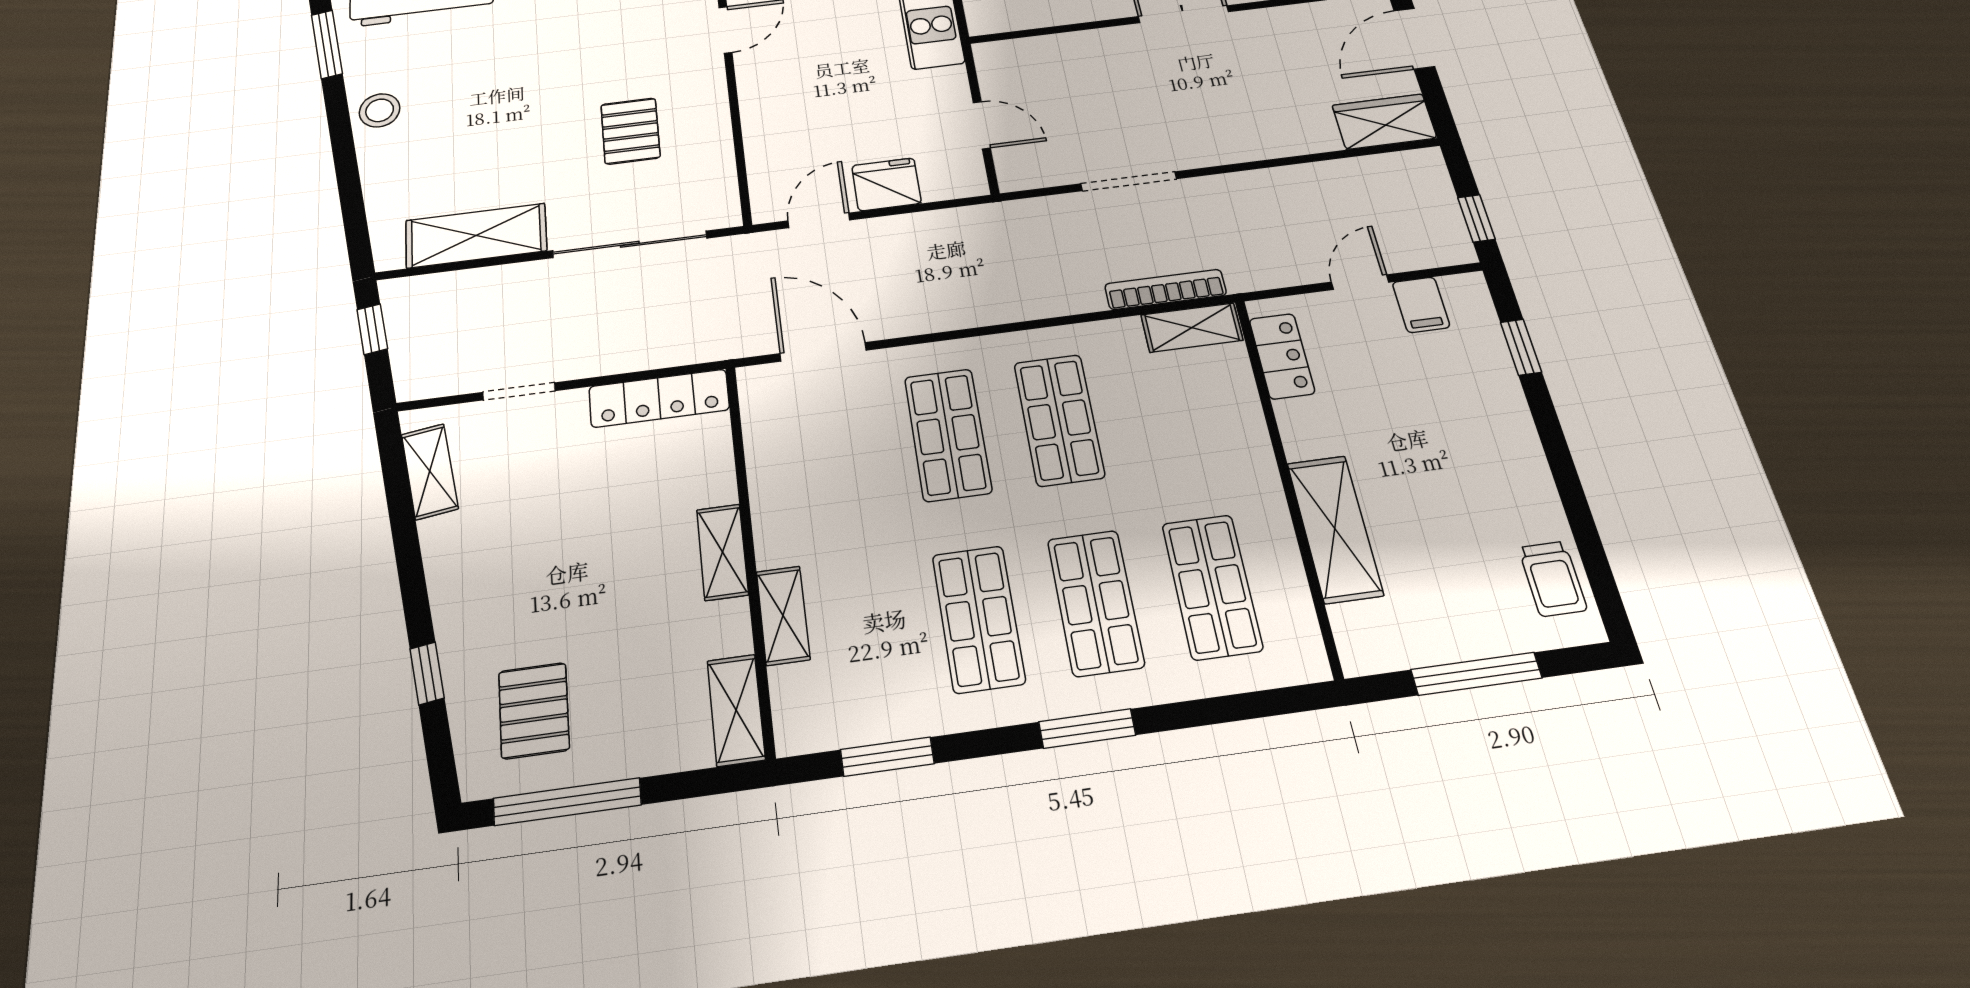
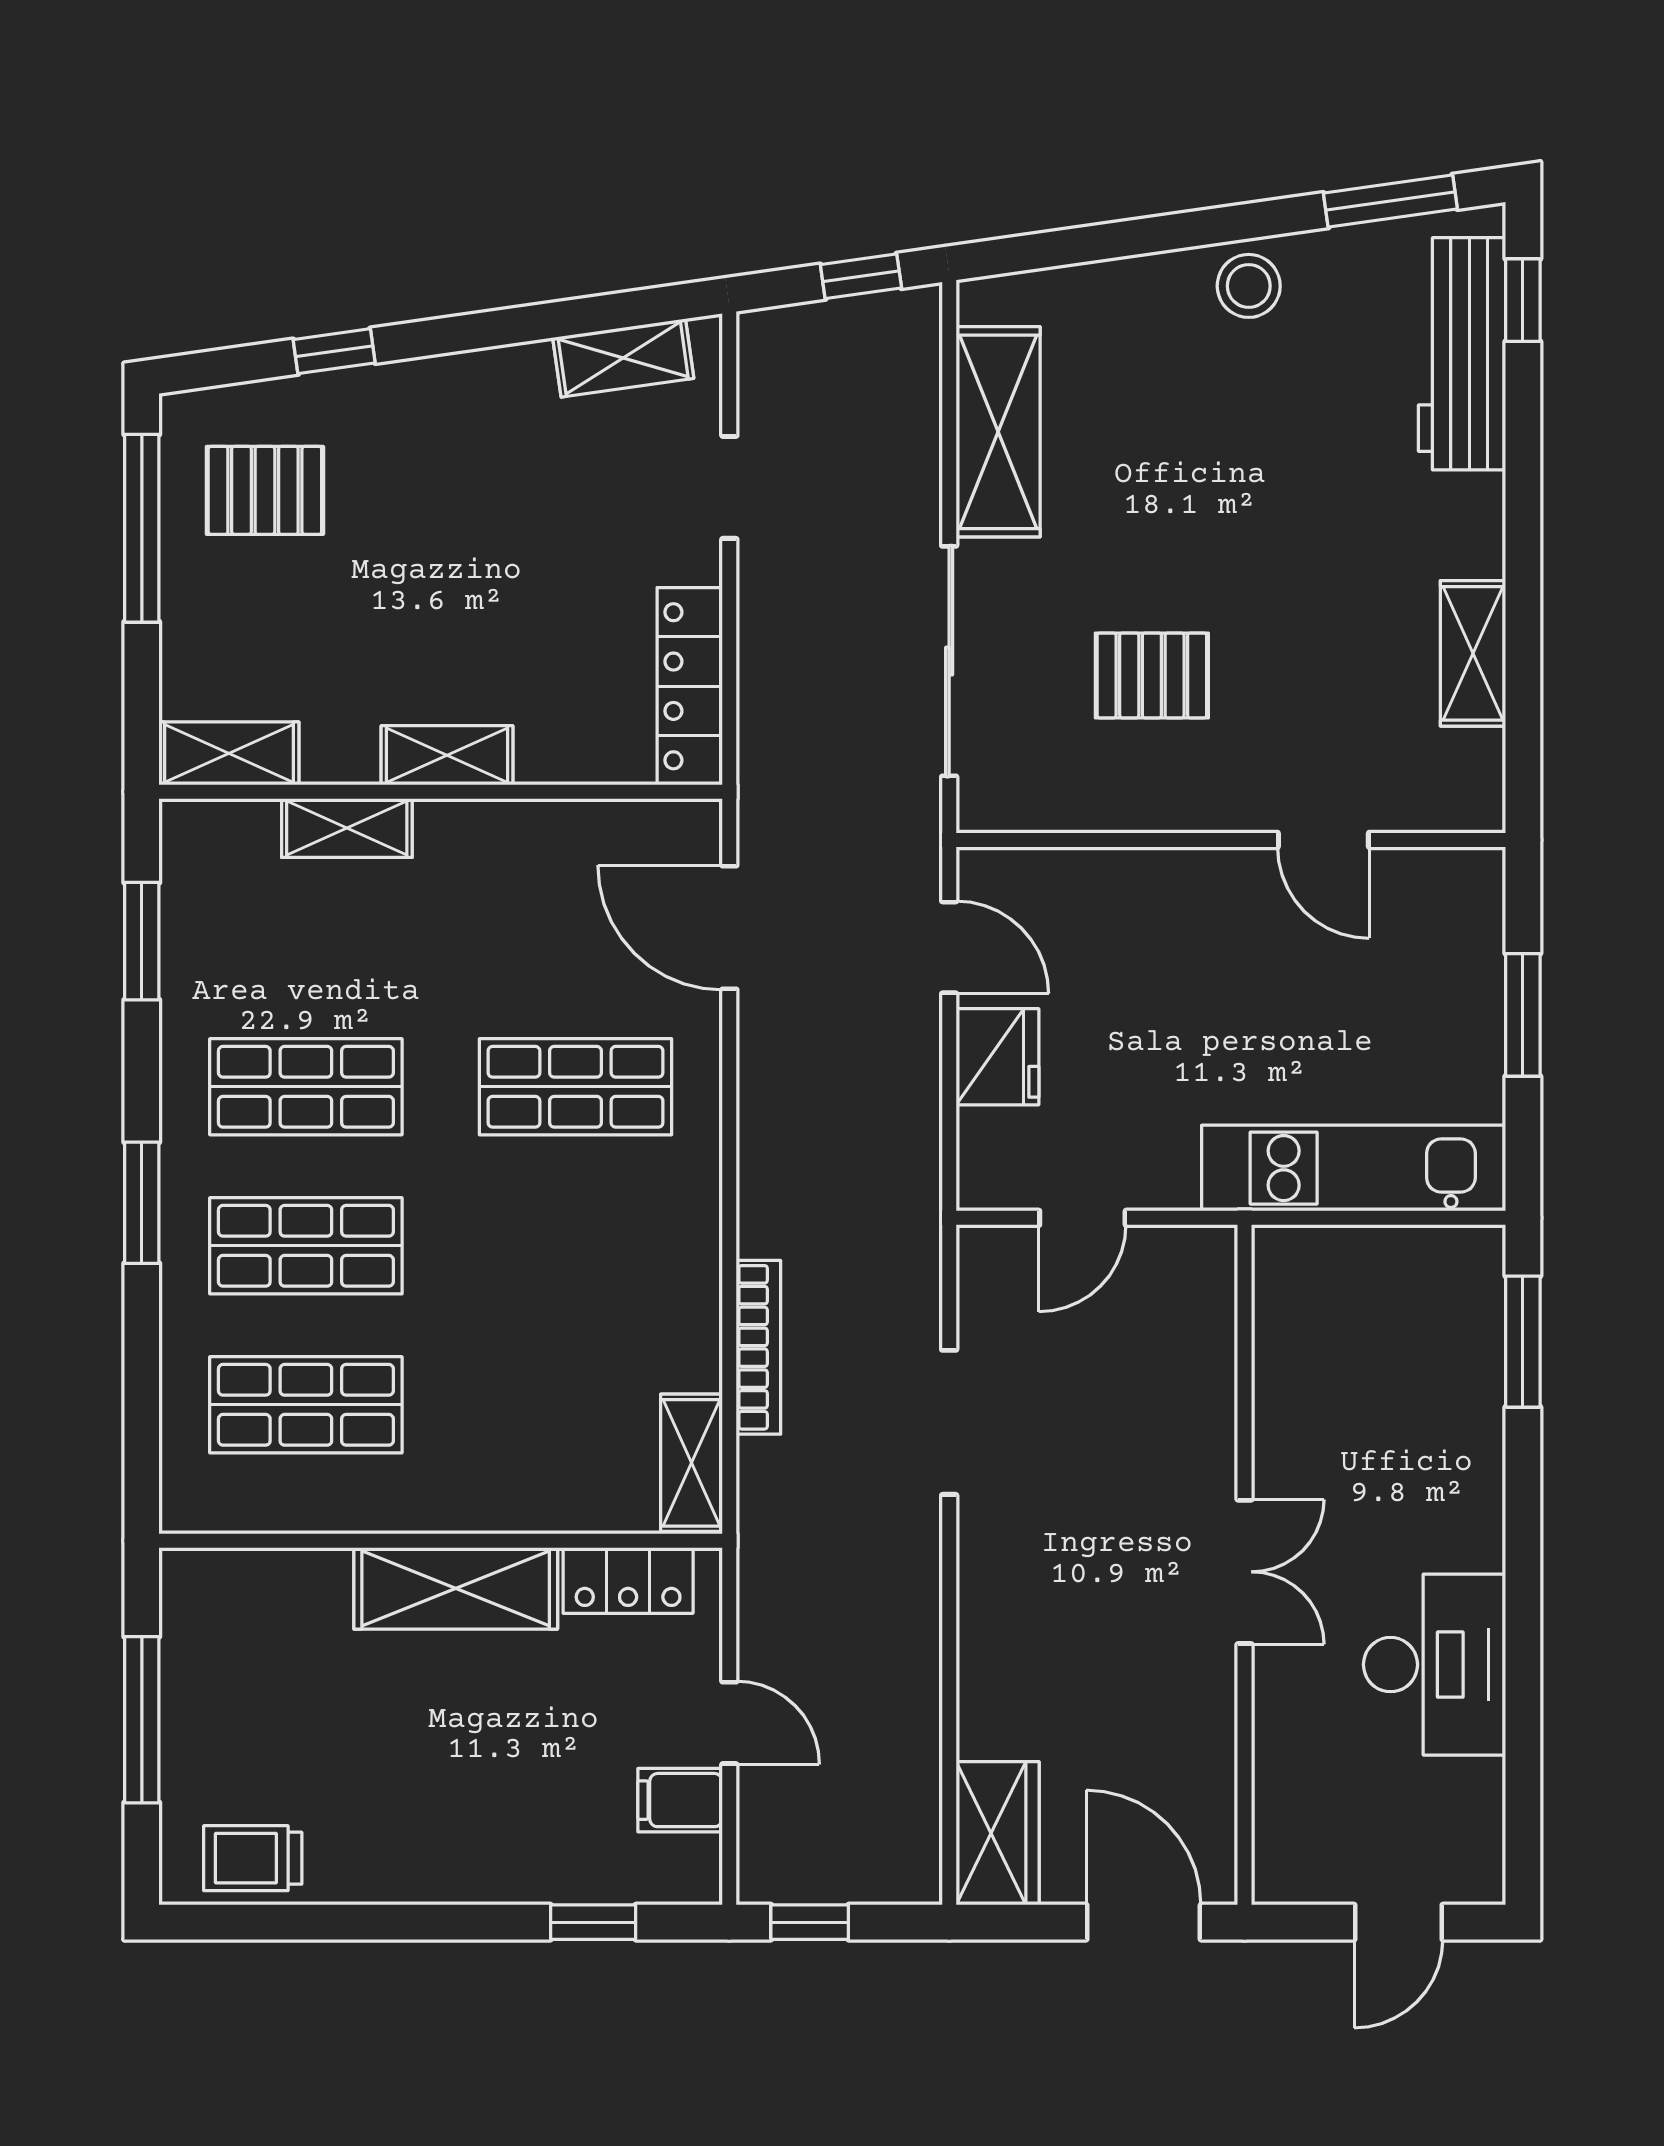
bookcase: (1166, 289) -> (758, 1347), moved
door: (823, 352) -> (729, 928), swing flipped
shop shelf: (1059, 420) -> (575, 1246), removed
shelving: (1335, 529) -> (456, 1588), moved

